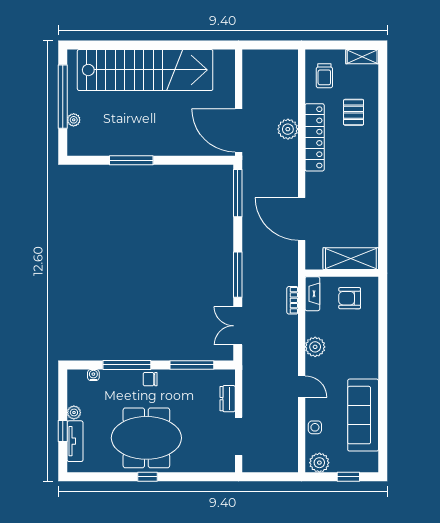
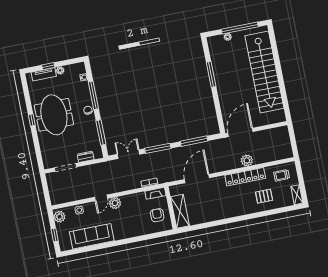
window: (238, 193) -> (194, 141), moved
plant: (315, 347) -> (115, 203), moved

